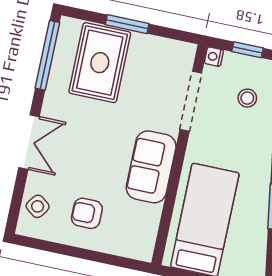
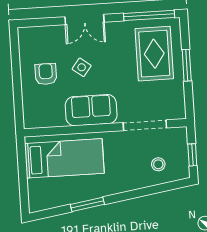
nightstand: (214, 57) -> (181, 133), removed
rug: (100, 63) -> (154, 54), turned 90
side table: (38, 206) -> (82, 67), moved

